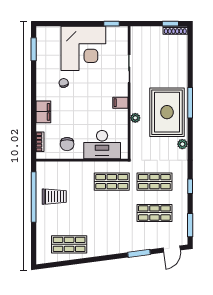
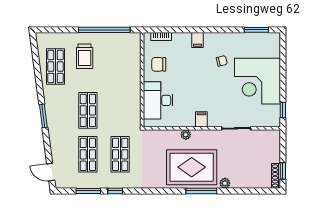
filing cabinet: (43, 112) -> (198, 40), width x0.50
plant: (182, 144) -> (225, 183), moved
shop shelf: (112, 182) -> (88, 110), moved
trolley: (54, 197) -> (85, 56), moved
window: (190, 225) -> (88, 191), moved
window: (139, 253) -> (43, 116), moved

